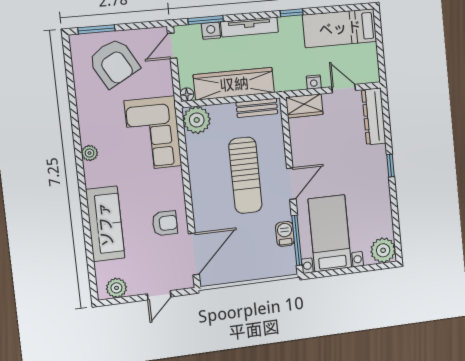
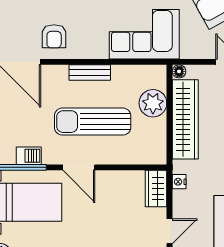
nightstand: (314, 82) -> (179, 182), moved
bench: (257, 108) -> (90, 73), moved, turned 90
plant: (197, 120) -> (153, 103), moved

